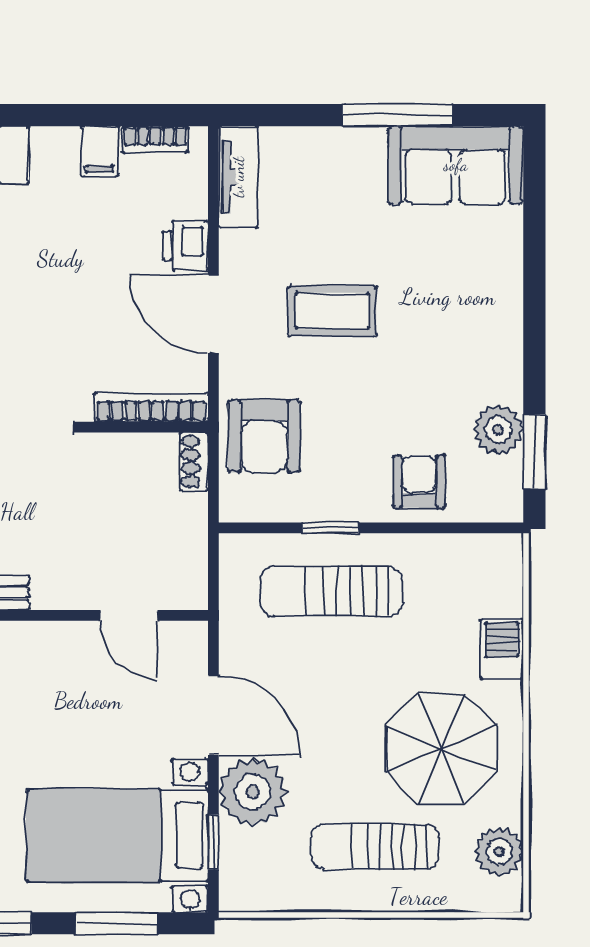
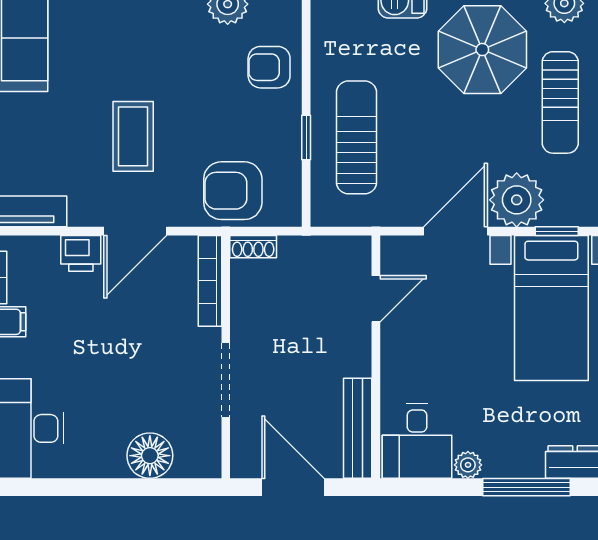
armchair: (264, 436) -> (233, 191), turned 180
sun lounger: (331, 591) -> (357, 137), turned 180

